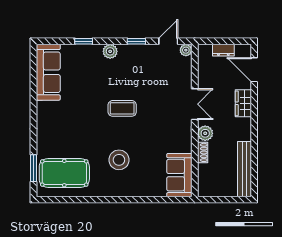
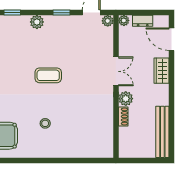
plant: (203, 50) -> (124, 20), added
stool: (119, 160) -> (45, 123), width x0.53, depth x0.53
sofa: (179, 175) -> (102, 138), removed

